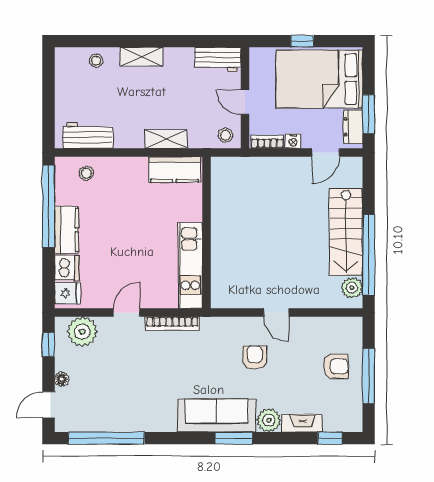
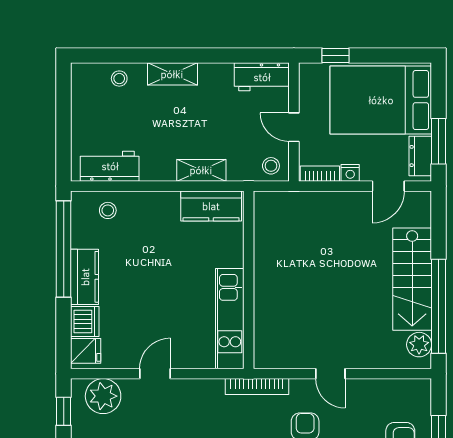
window: (302, 41) -> (336, 56), moved
bookcase: (172, 323) -> (257, 387), moved

